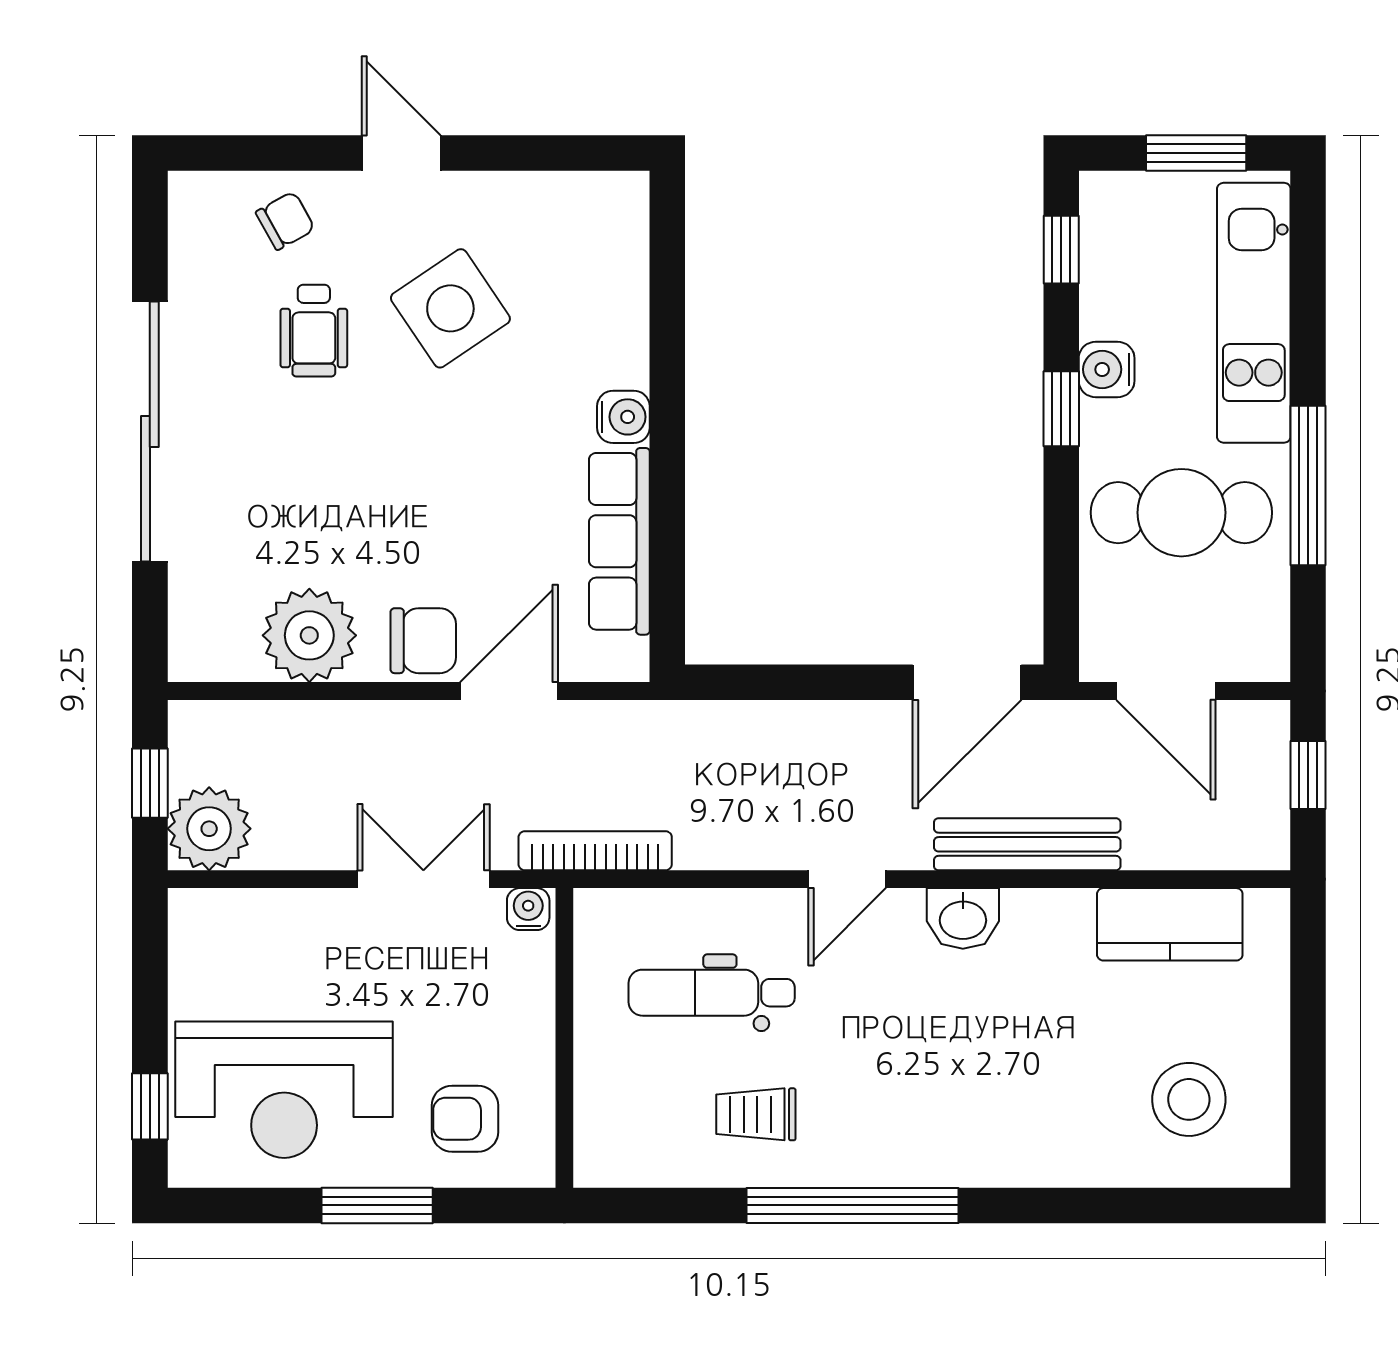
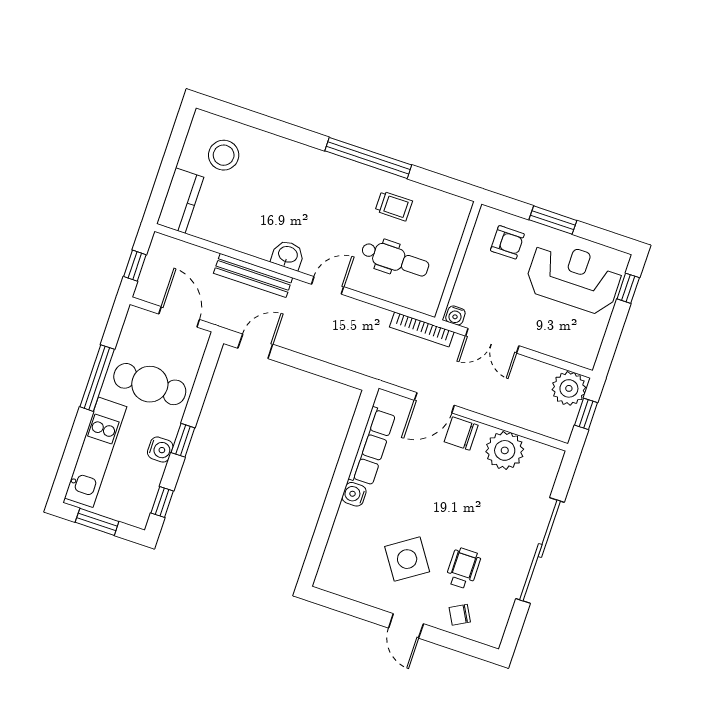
door: (967, 682) -> (255, 346), width x0.73
kitchen counter: (1170, 924) -> (180, 201), moved, turned 90

